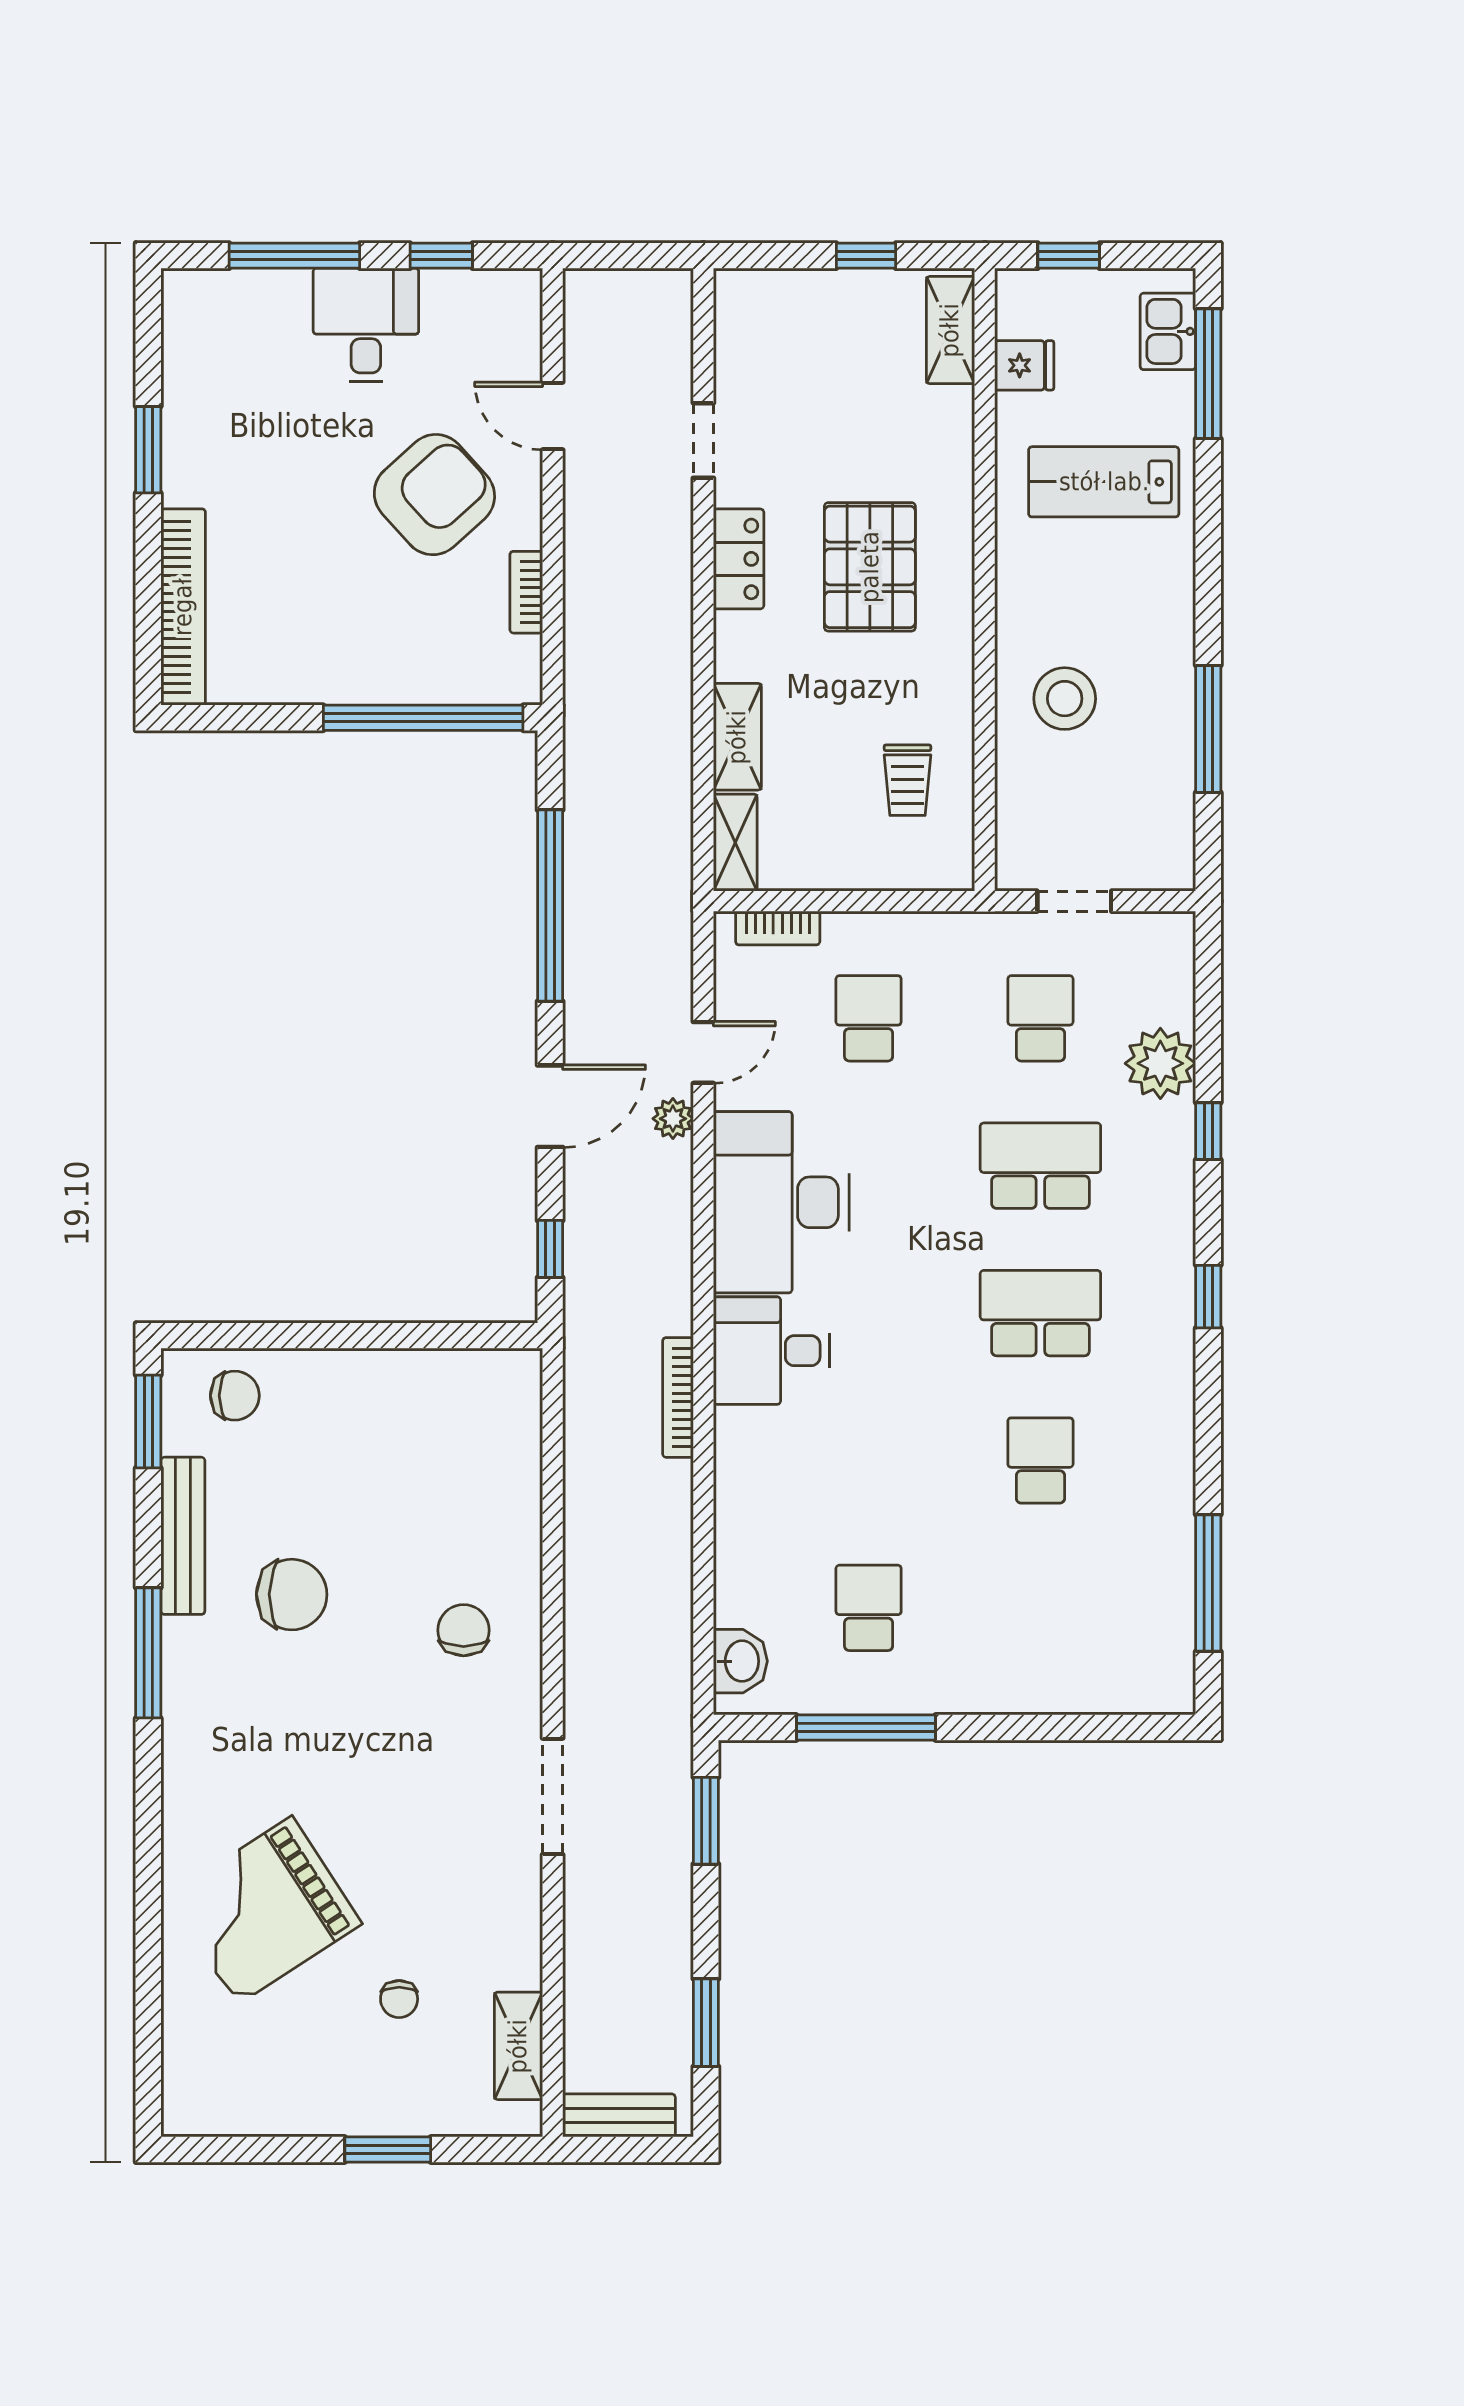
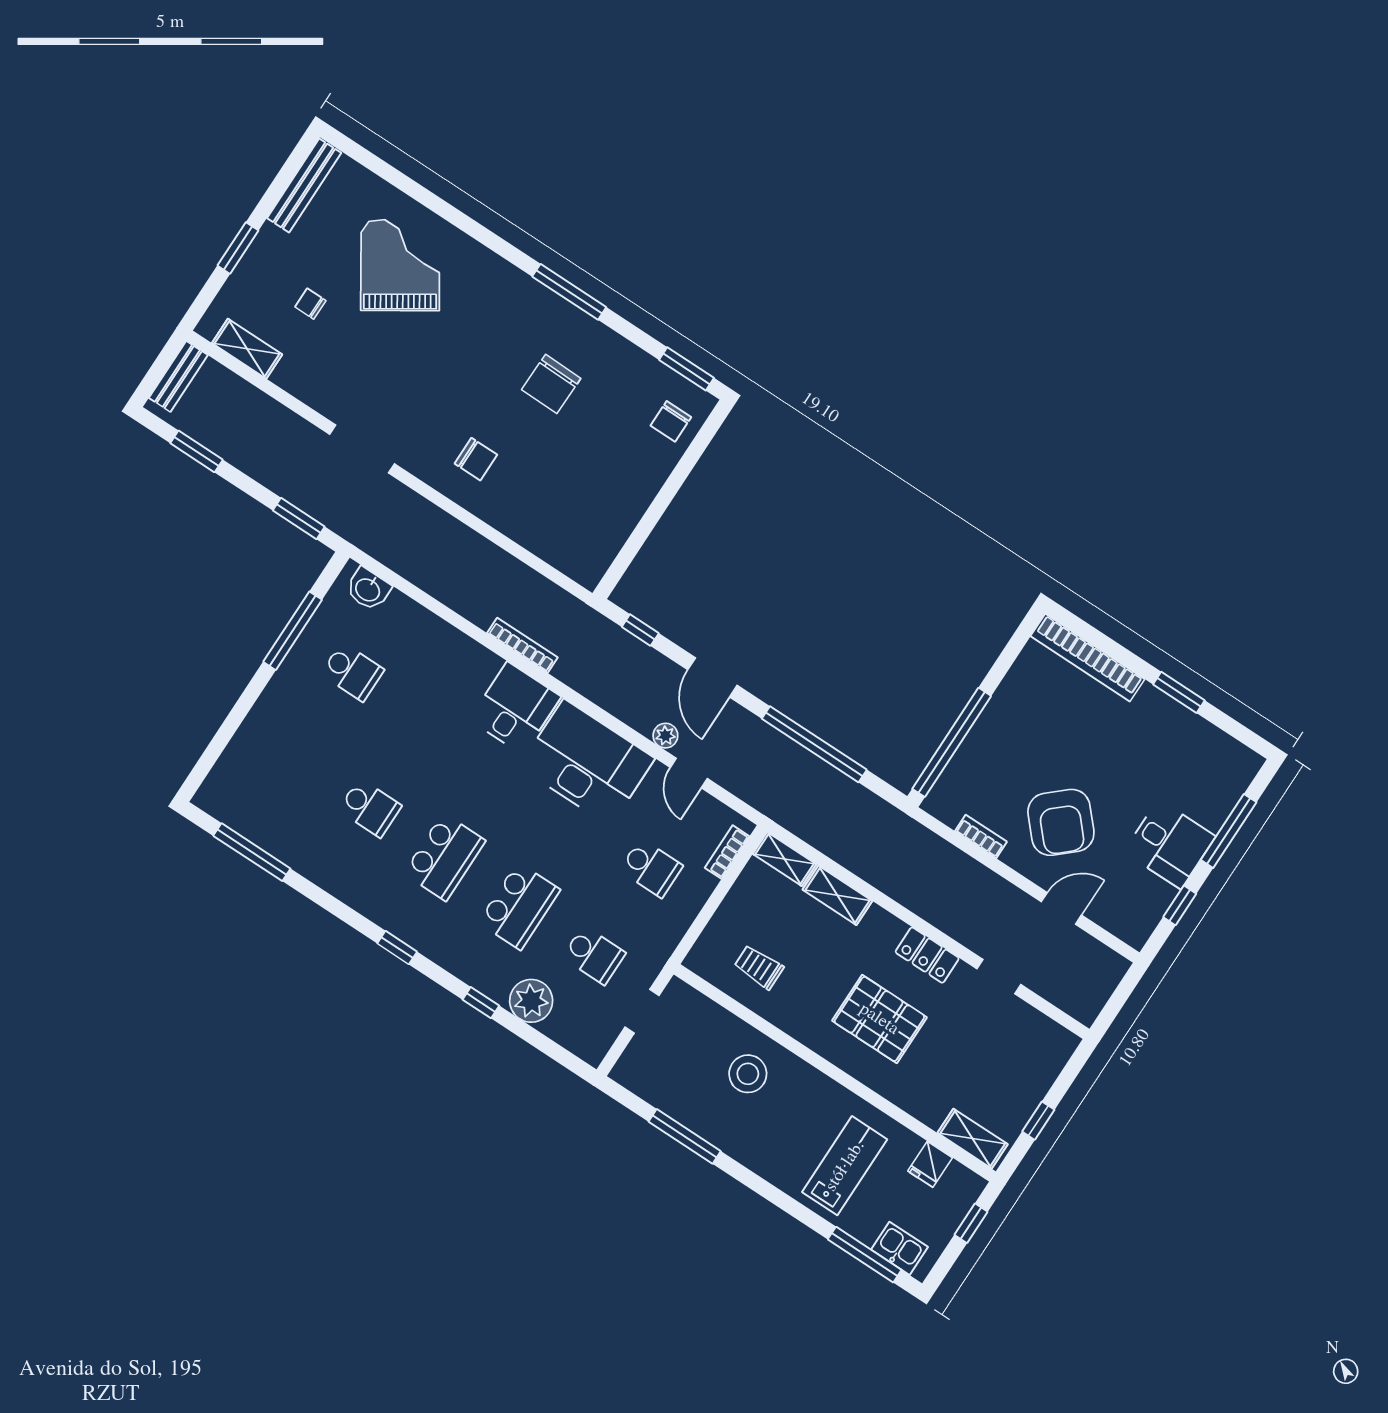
bench: (183, 1536) -> (304, 185), moved, turned 90

